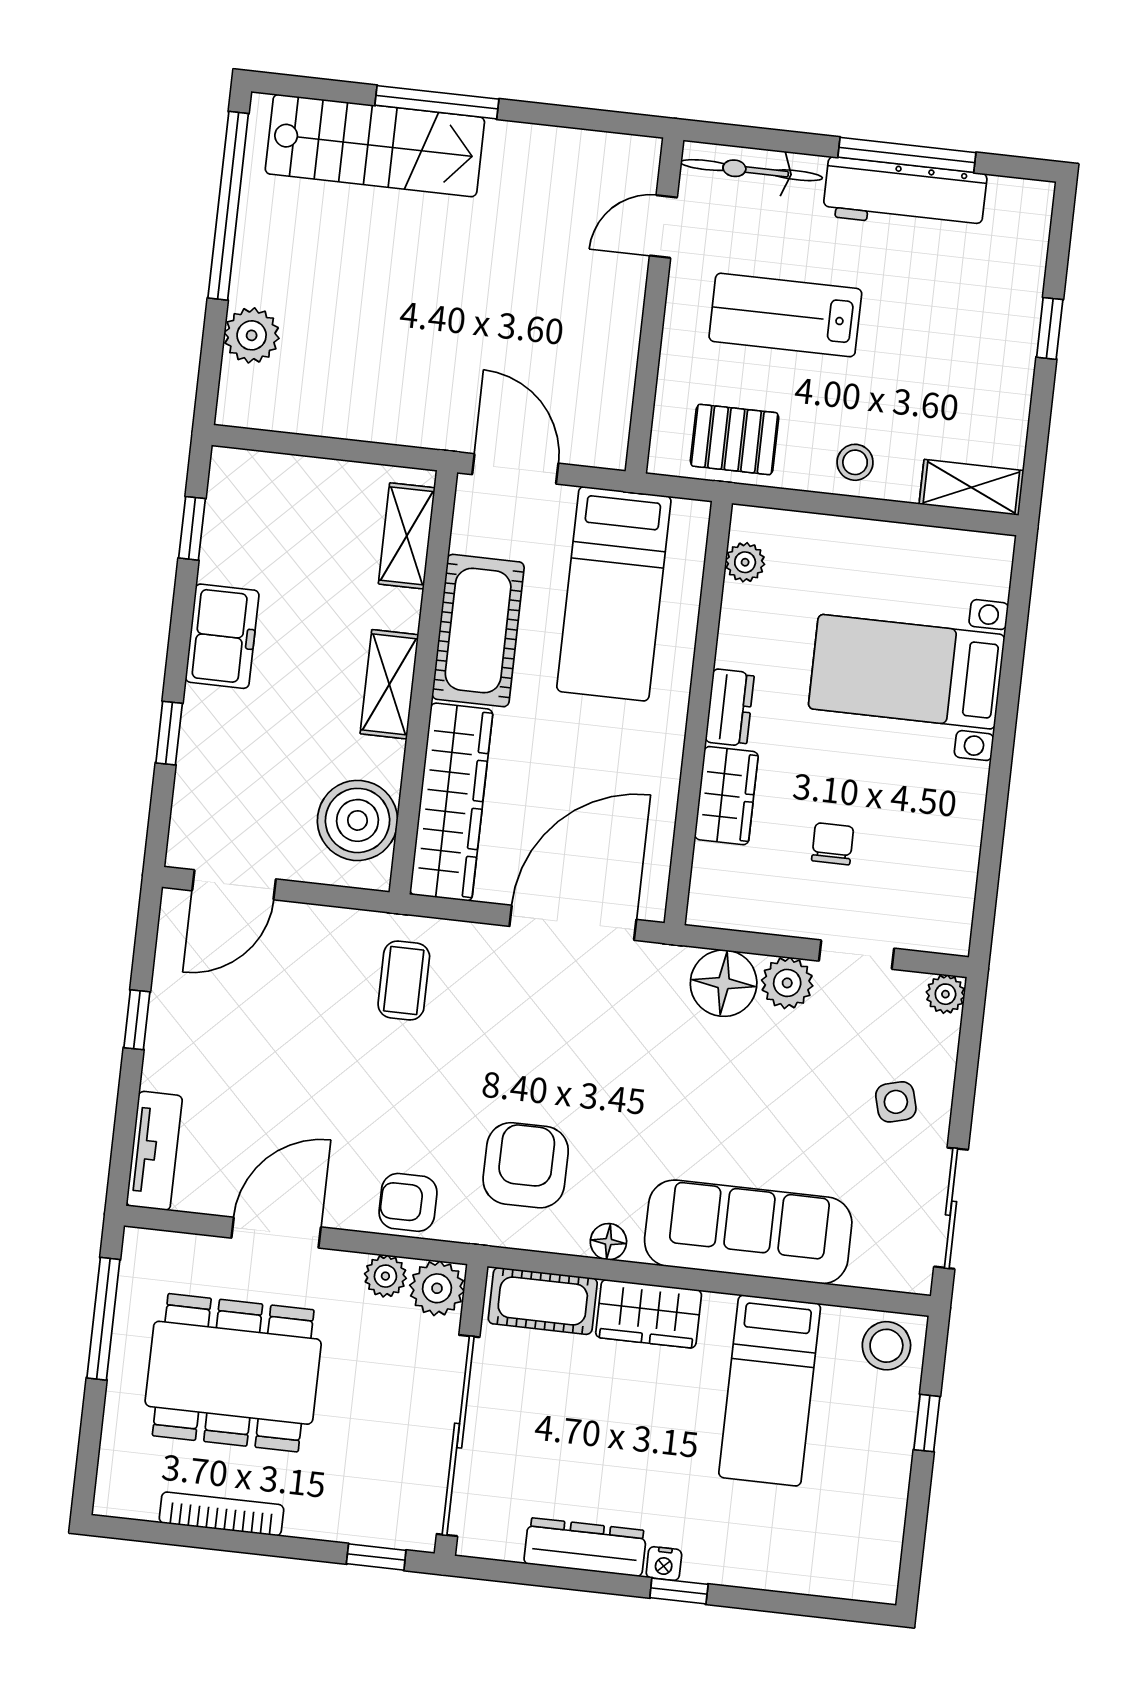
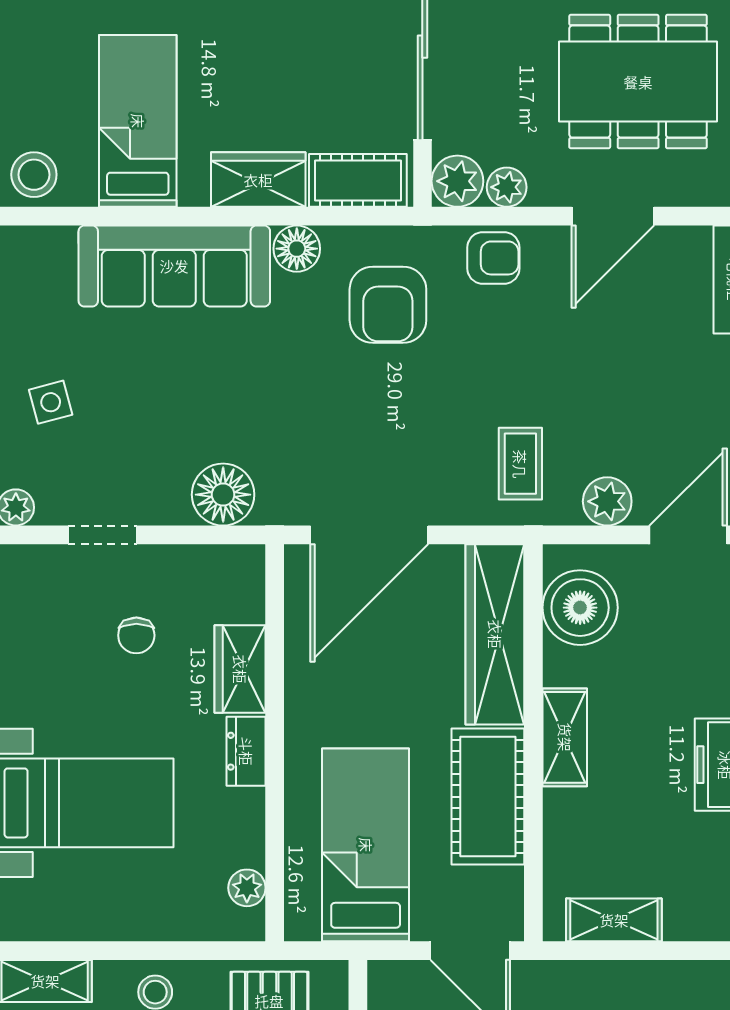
shelving: (407, 536) -> (614, 920), moved, turned 90
plant: (787, 983) -> (607, 501), moved
floor lamp: (608, 1242) -> (297, 249), width x1.37, depth x1.37

